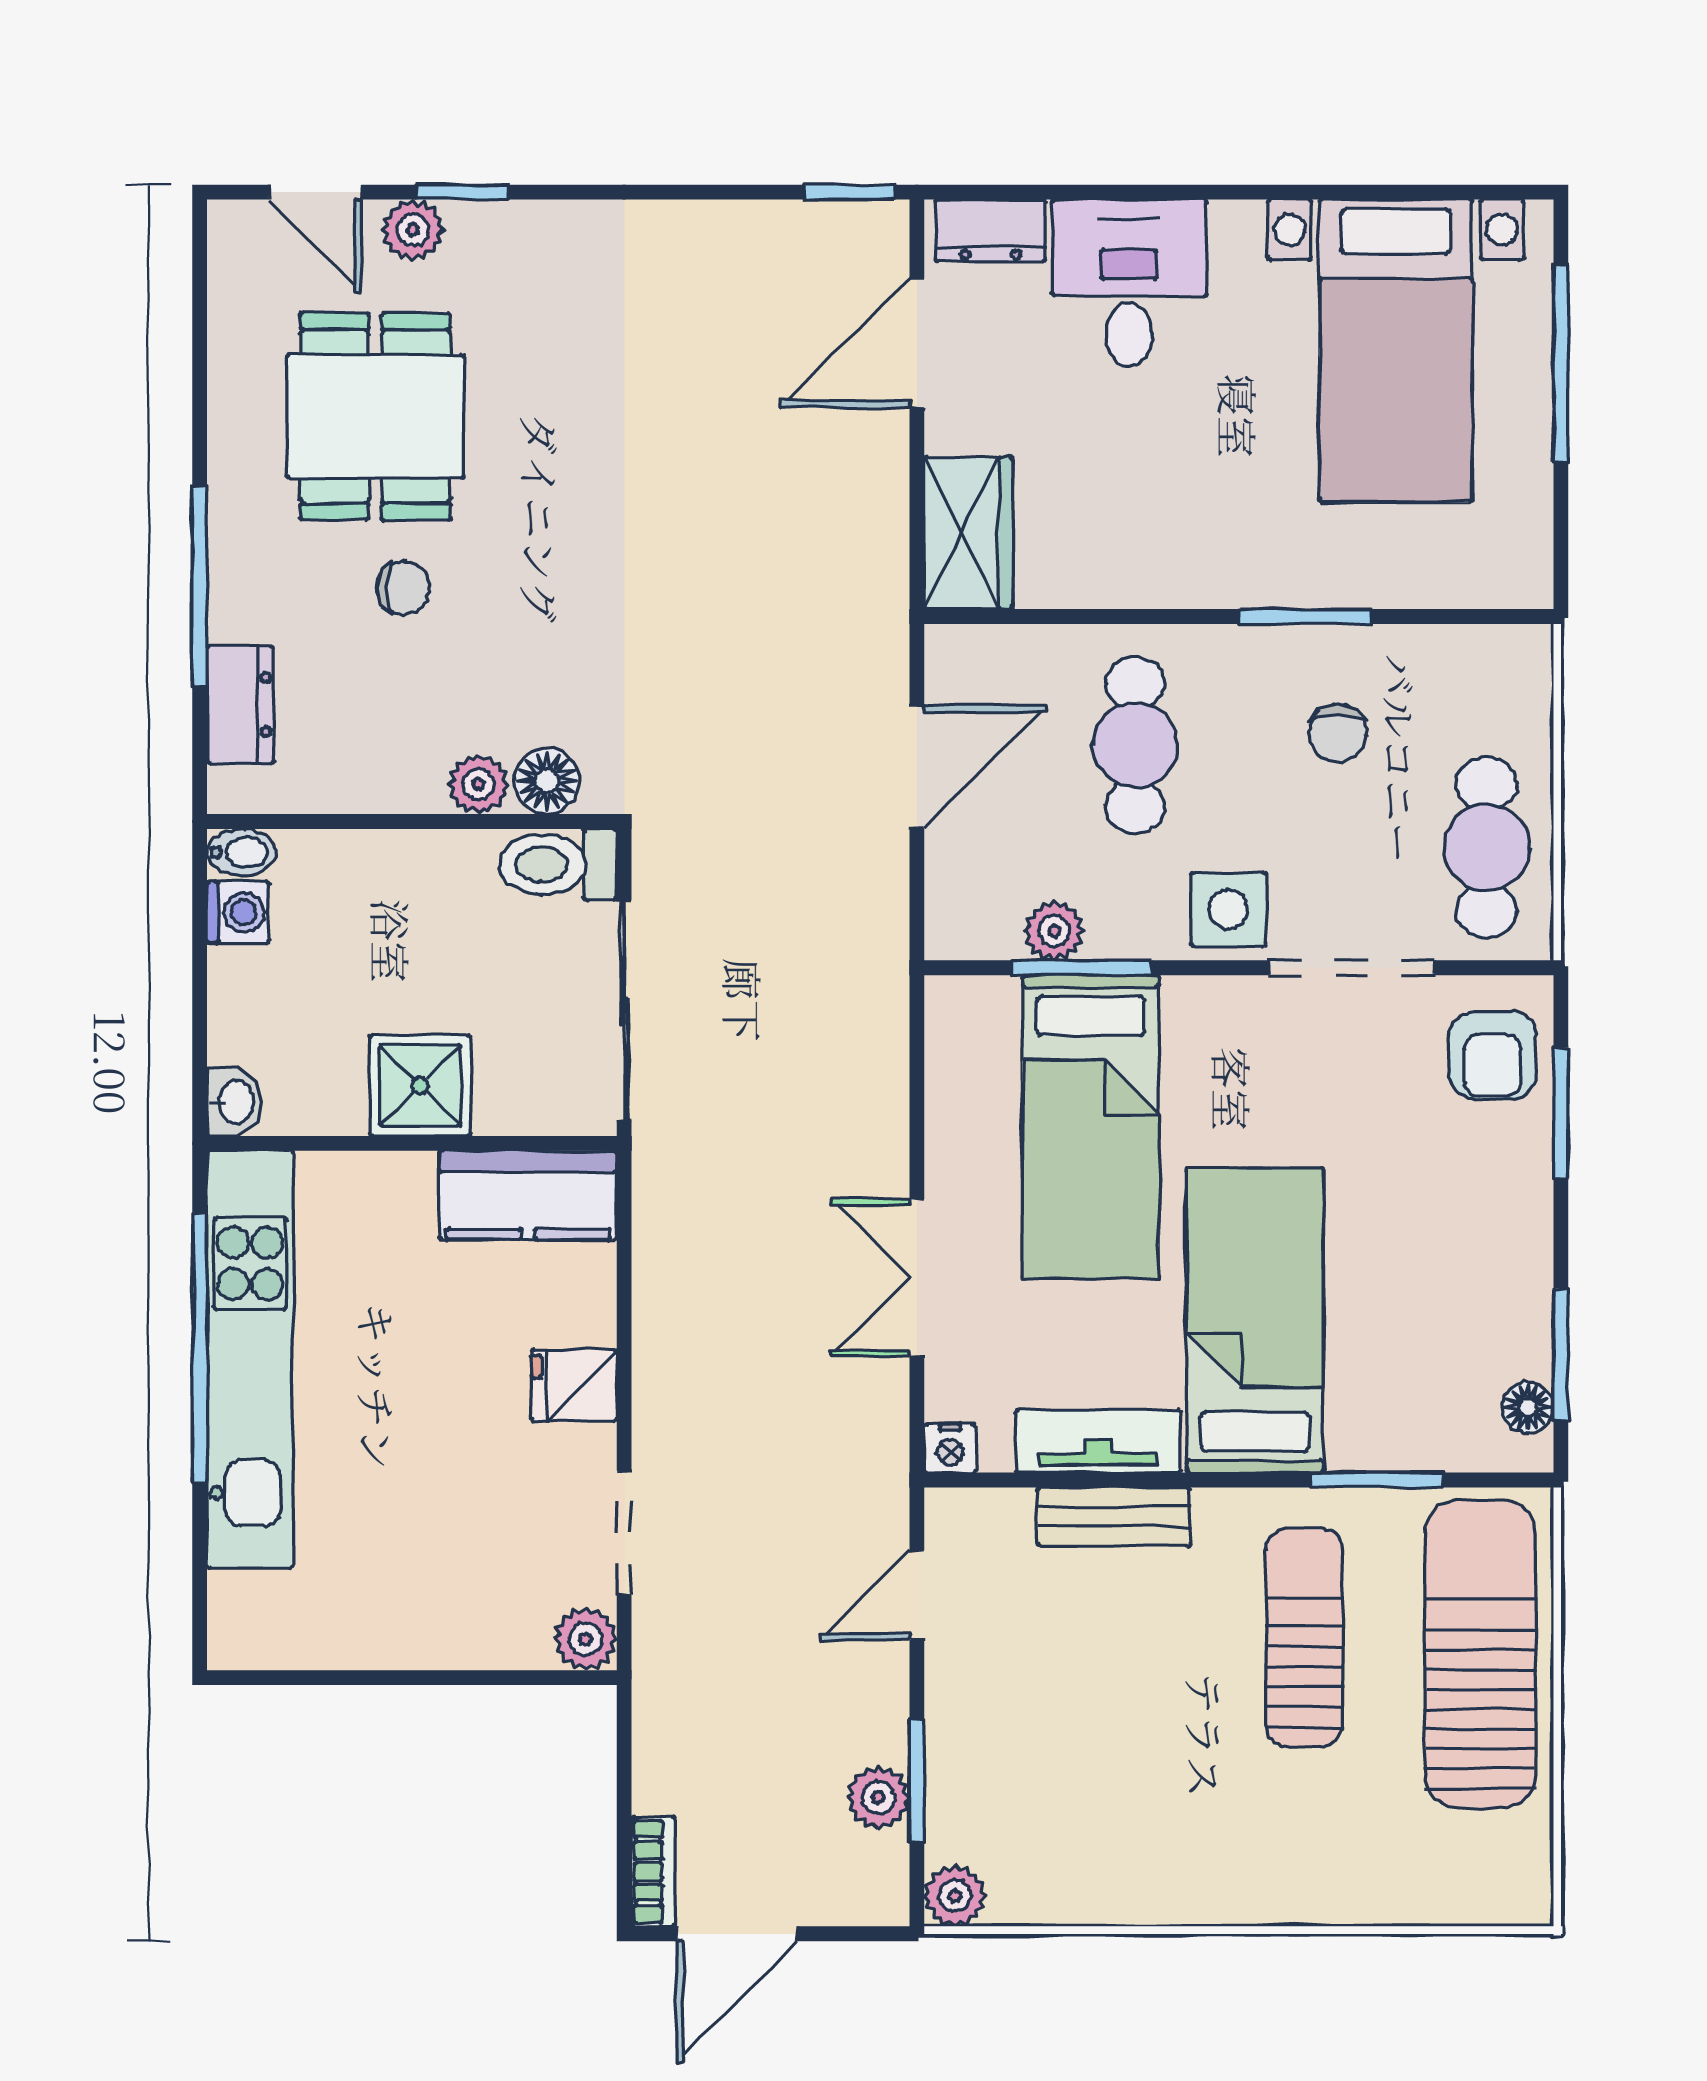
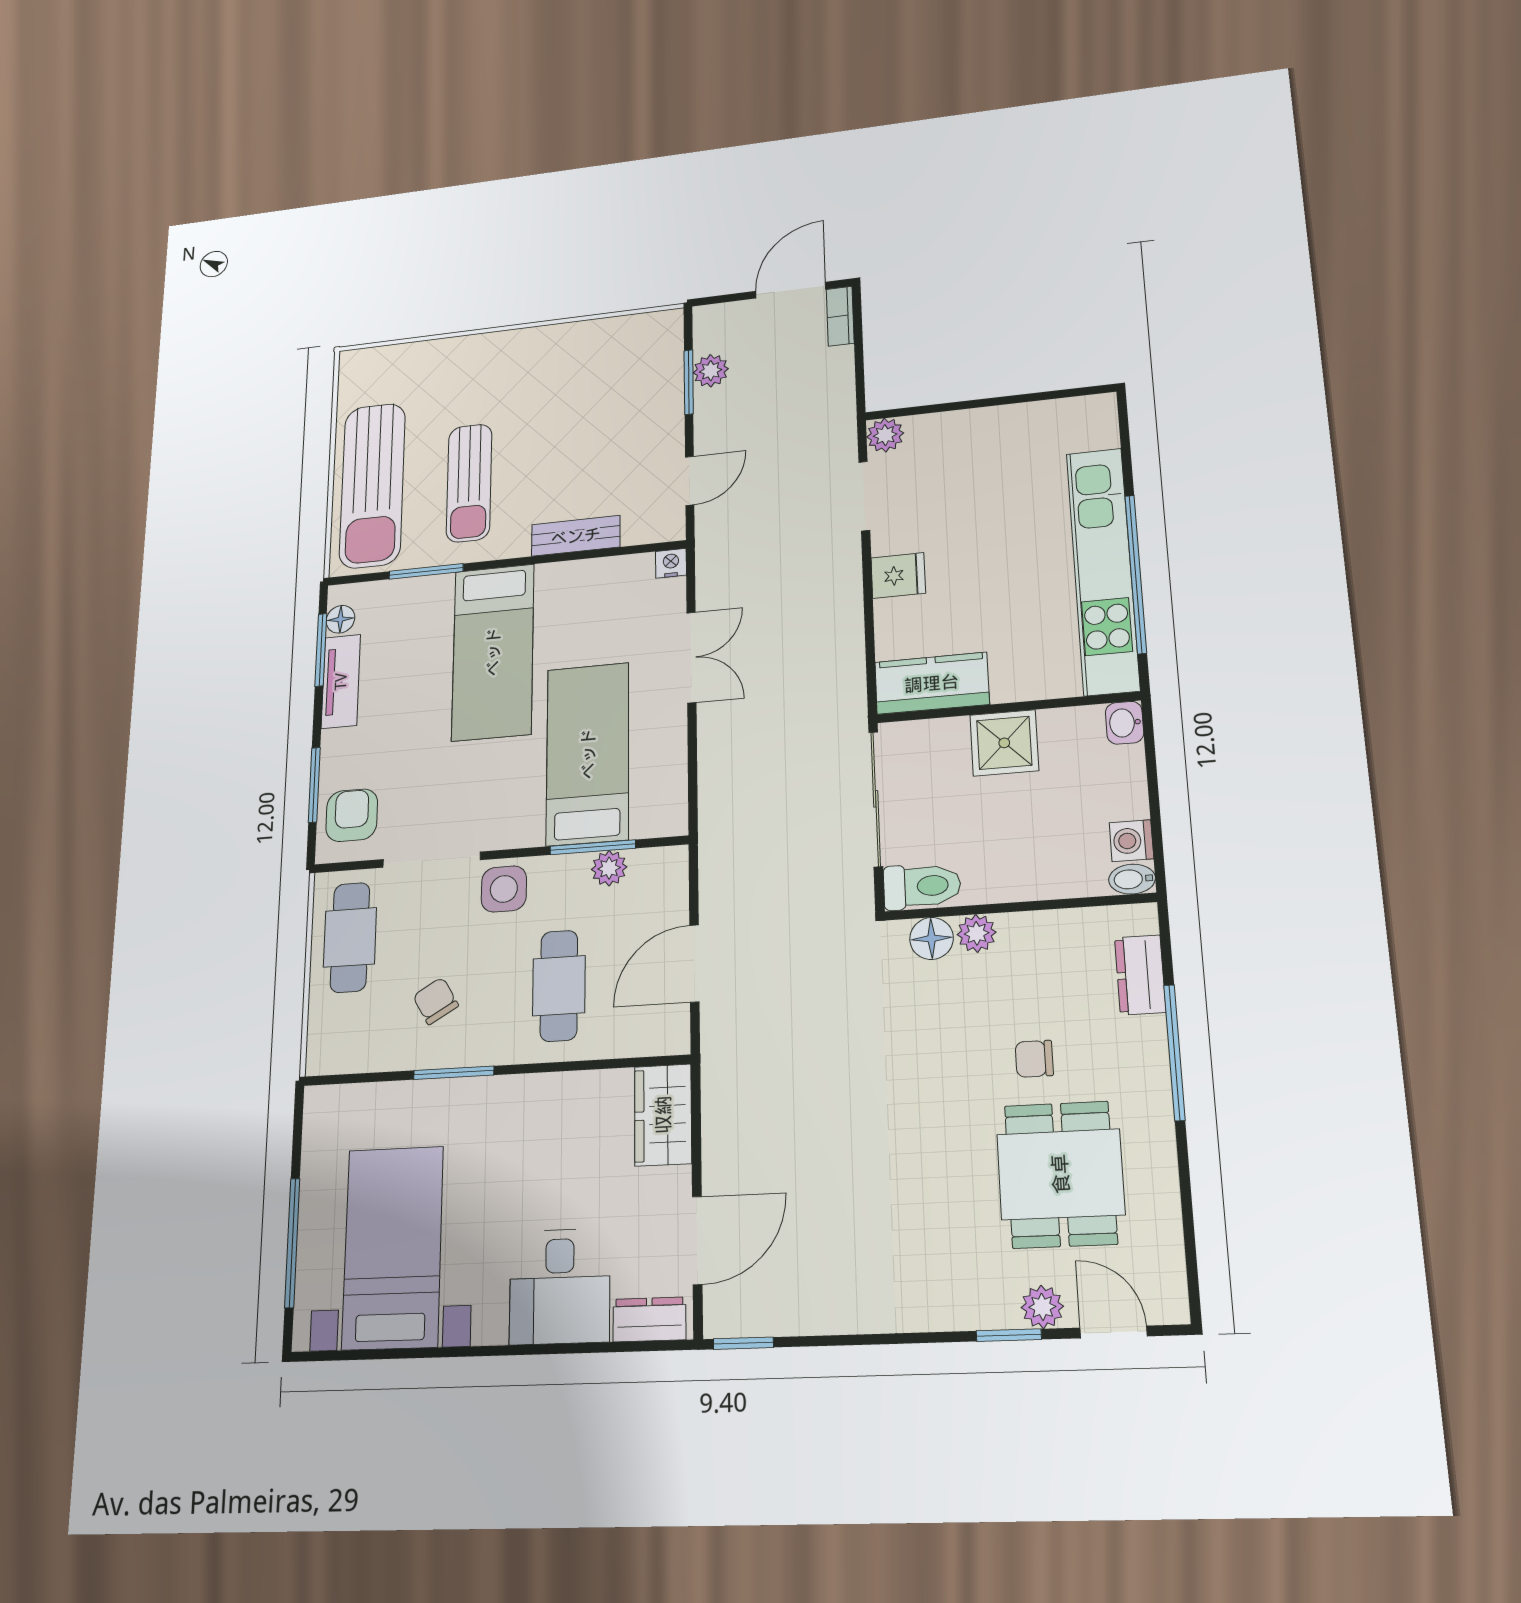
chair: (1338, 733) -> (436, 1001), turned -30
tv unit: (1098, 1441) -> (341, 681), moved, turned -90
plant: (955, 1896) -> (667, 325), removed

